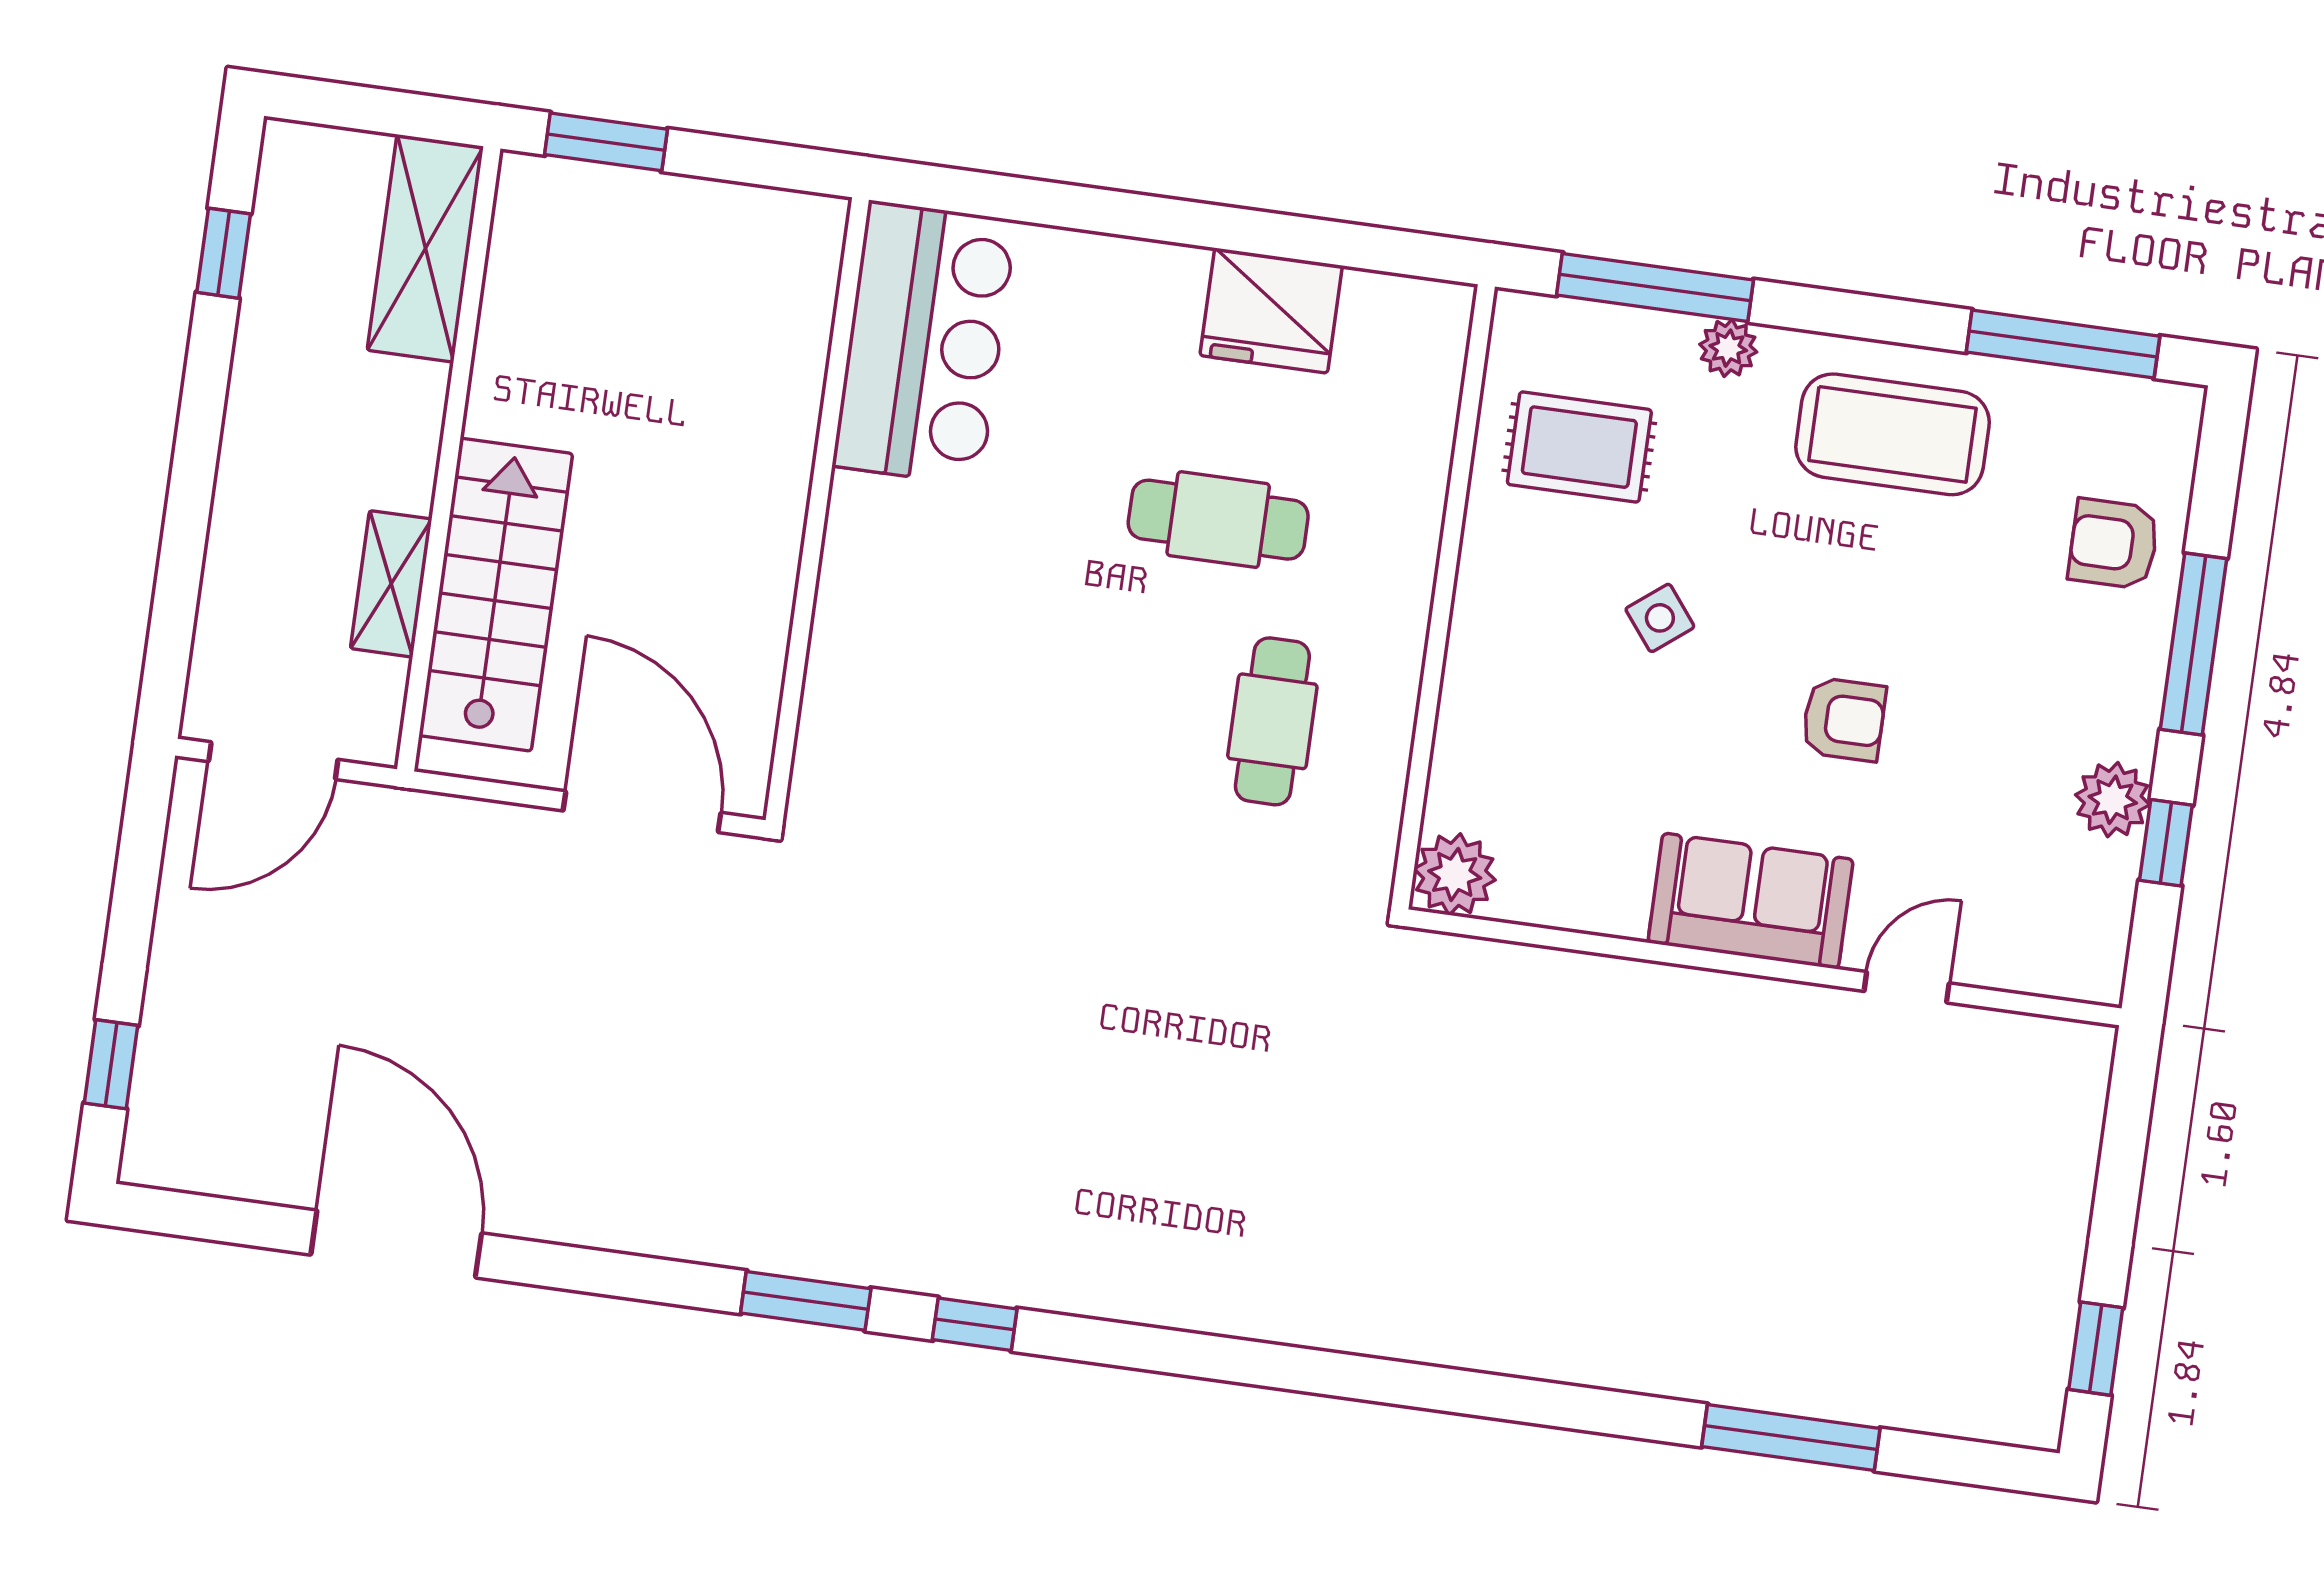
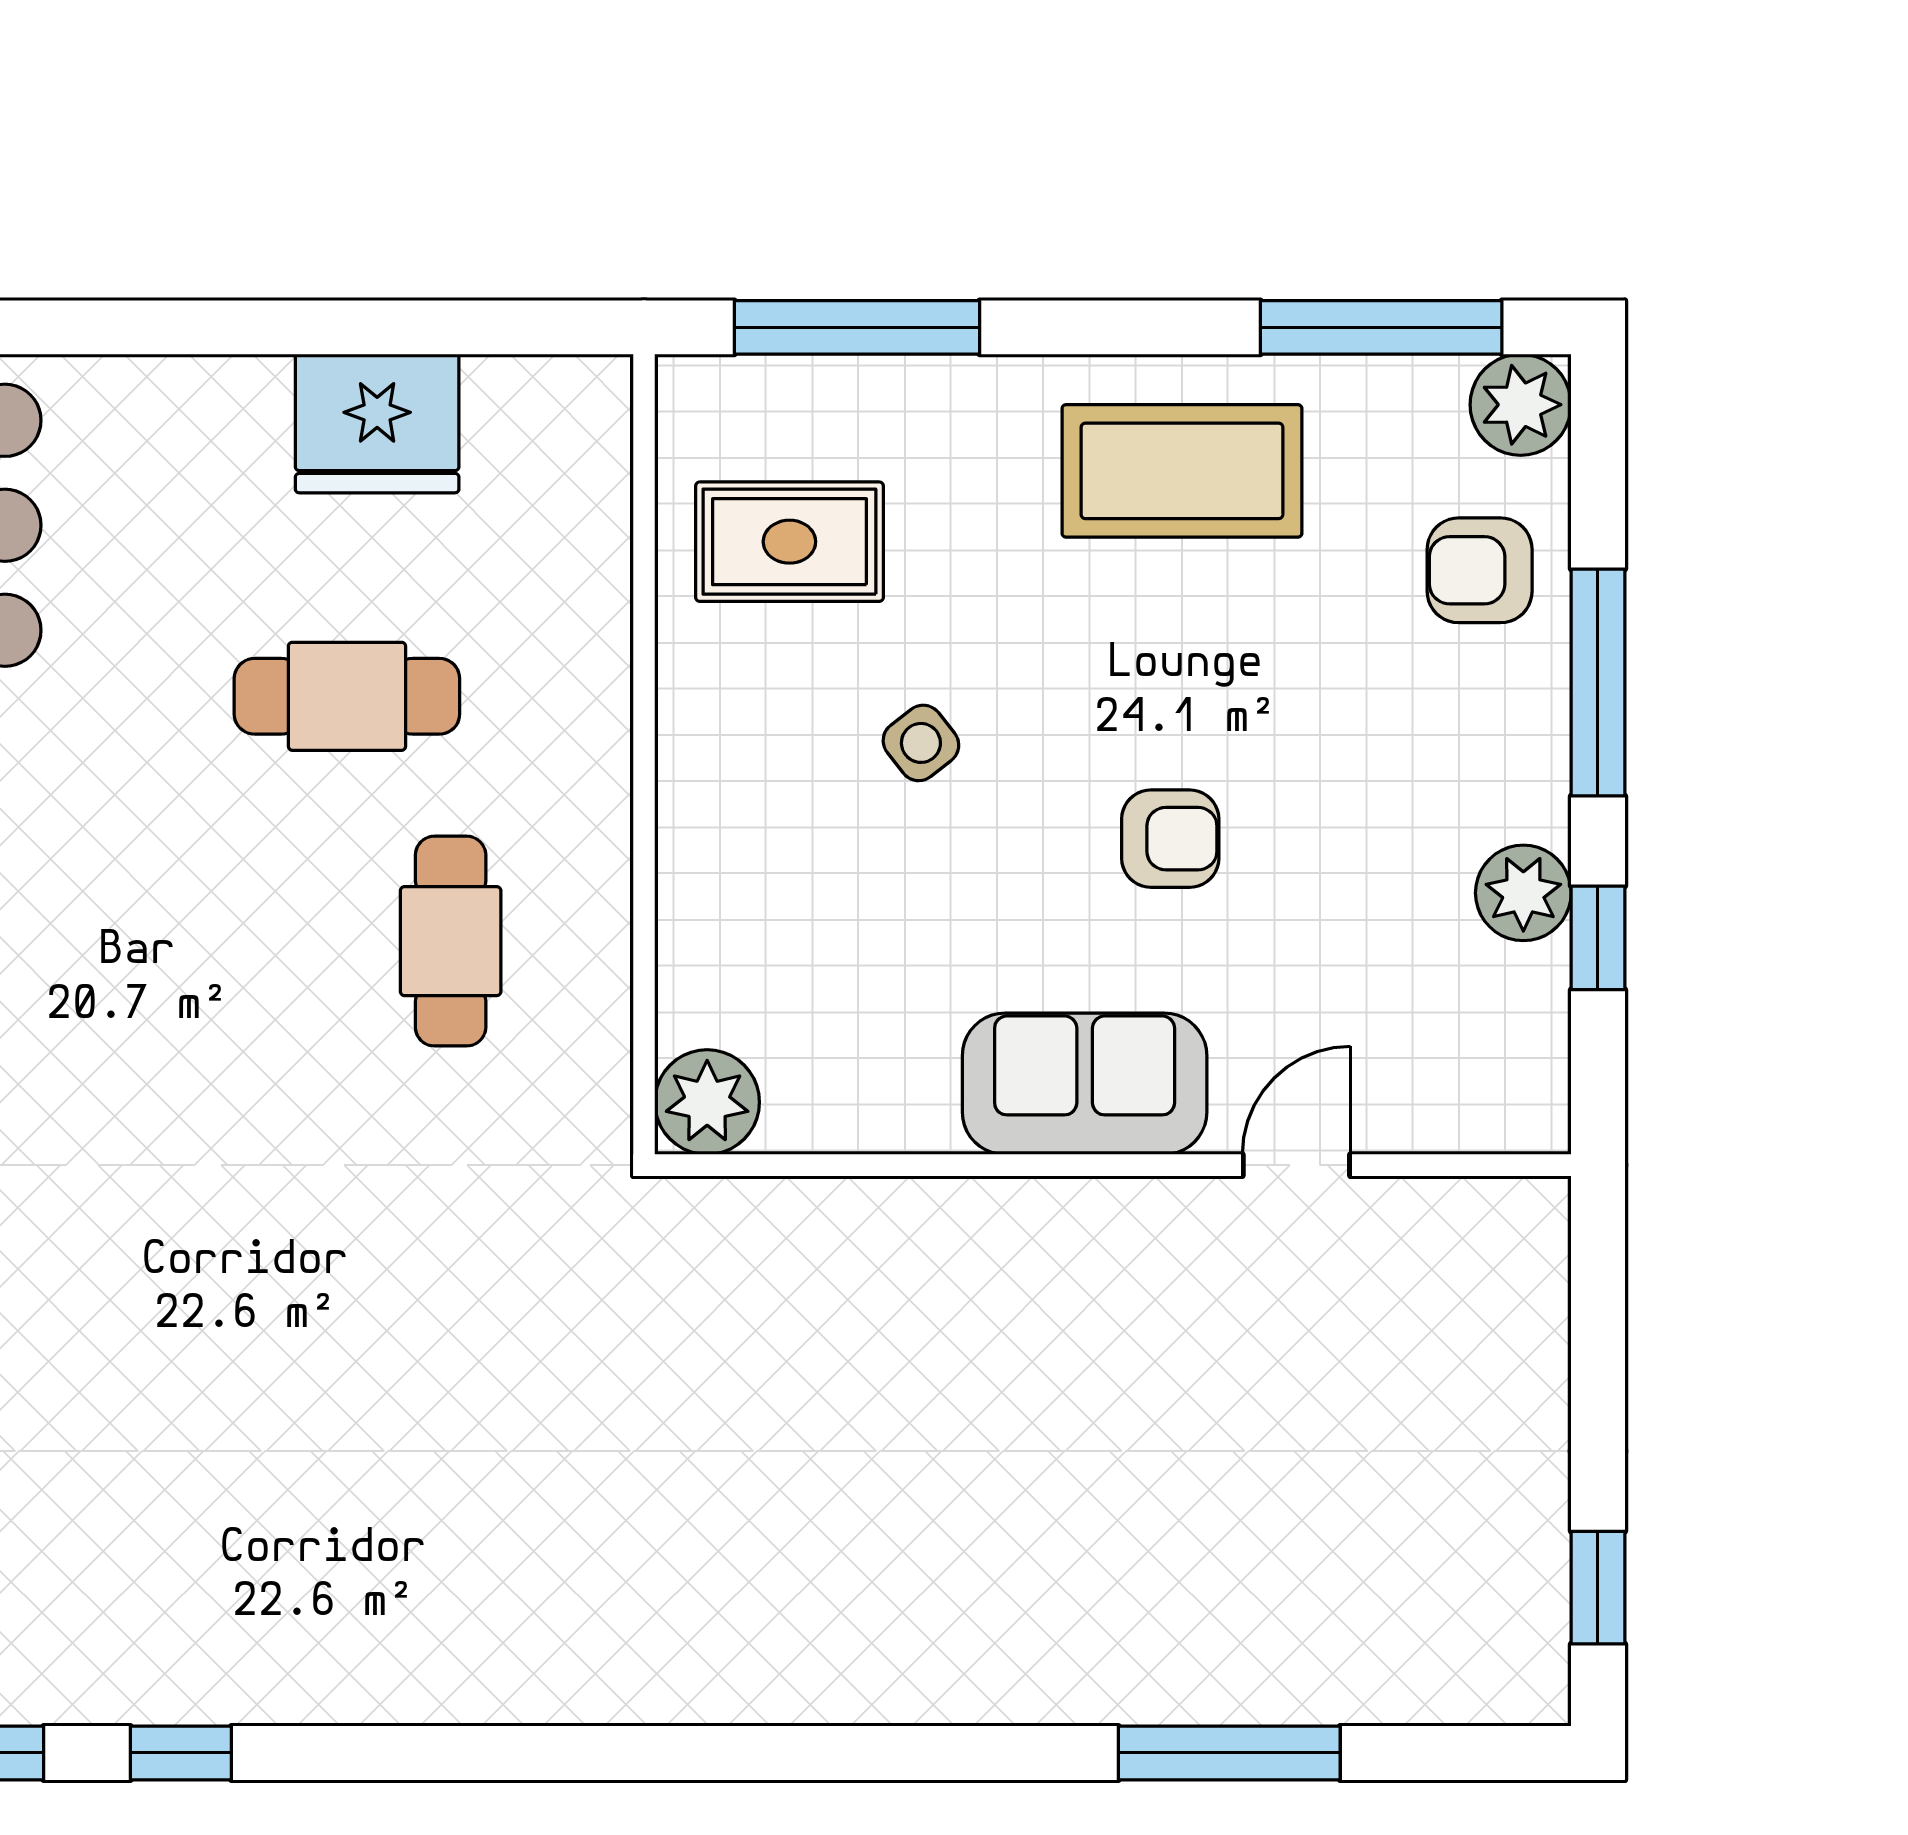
plant: (1728, 348) -> (1521, 405), moved, width x1.38, depth x1.38

